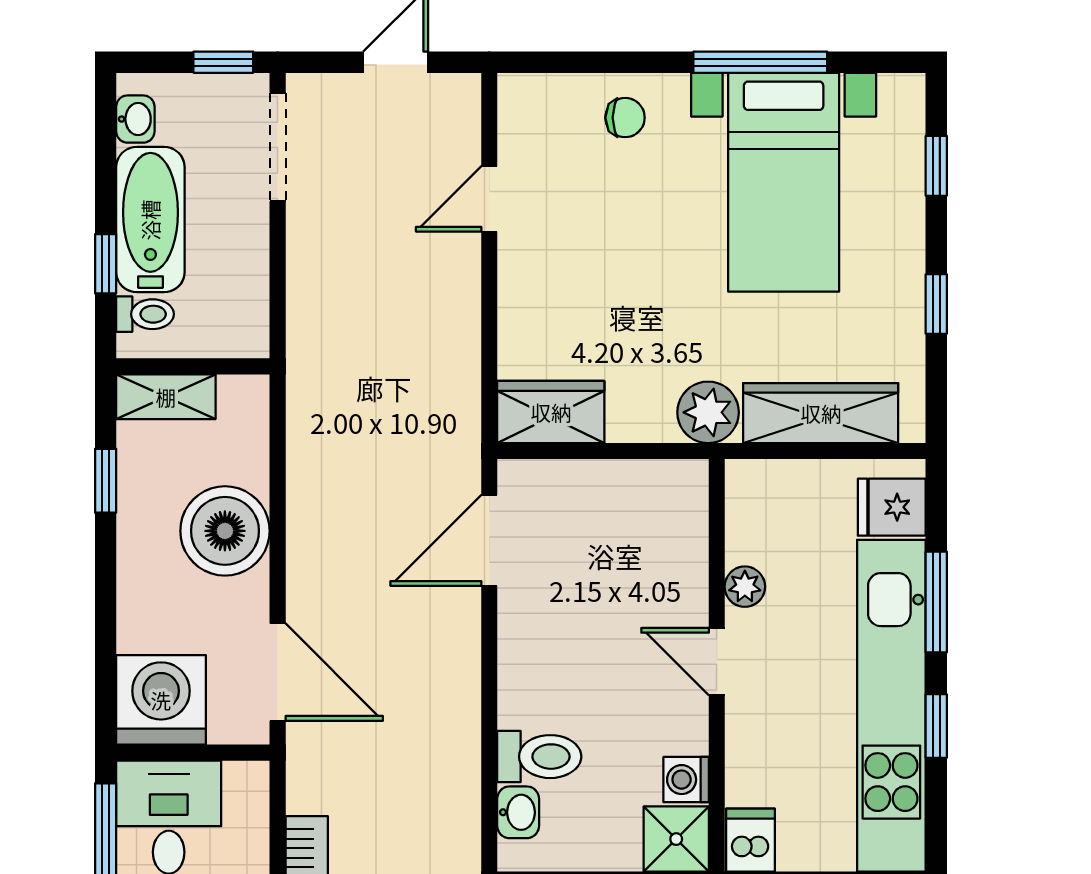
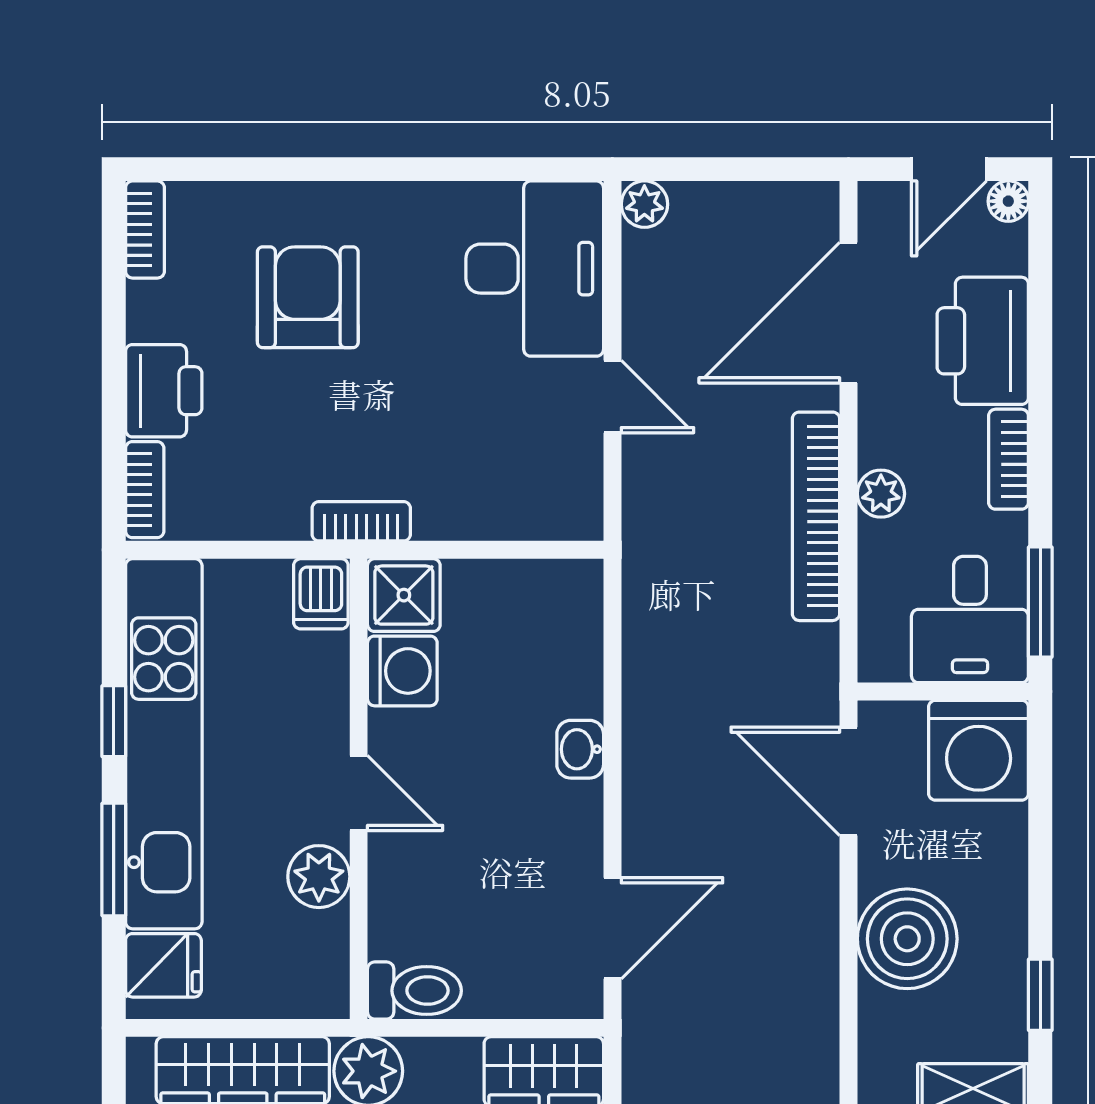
plant: (745, 587) -> (319, 877), width x1.38, depth x1.38
toilet: (539, 757) -> (414, 991), moved, turned 180
washing machine: (686, 780) -> (402, 671), width x1.38, depth x1.38
washbasin: (518, 812) -> (580, 749), moved

